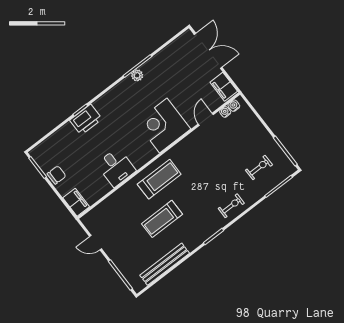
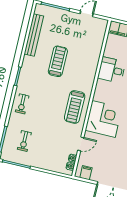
filing cabinet: (224, 87) -> (86, 173), width x0.50
door: (206, 119) -> (81, 144), hinge flipped
treadmill: (159, 179) -> (75, 107), moved

